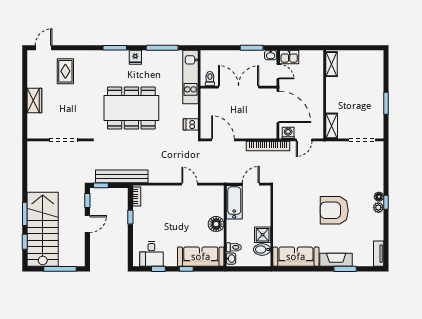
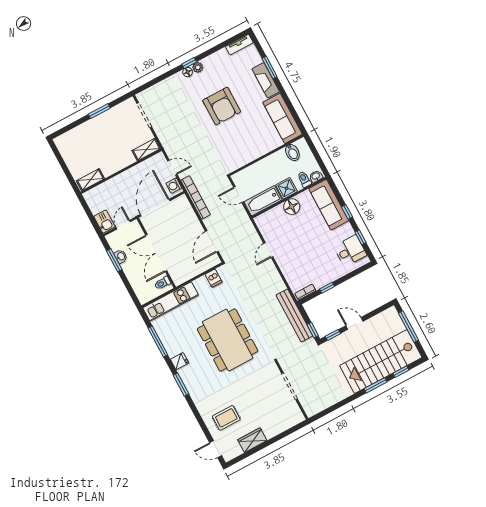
washbasin: (271, 55) -> (121, 256), moved
wardrobe: (34, 101) -> (252, 440), moved
shower: (263, 235) -> (287, 188), moved

